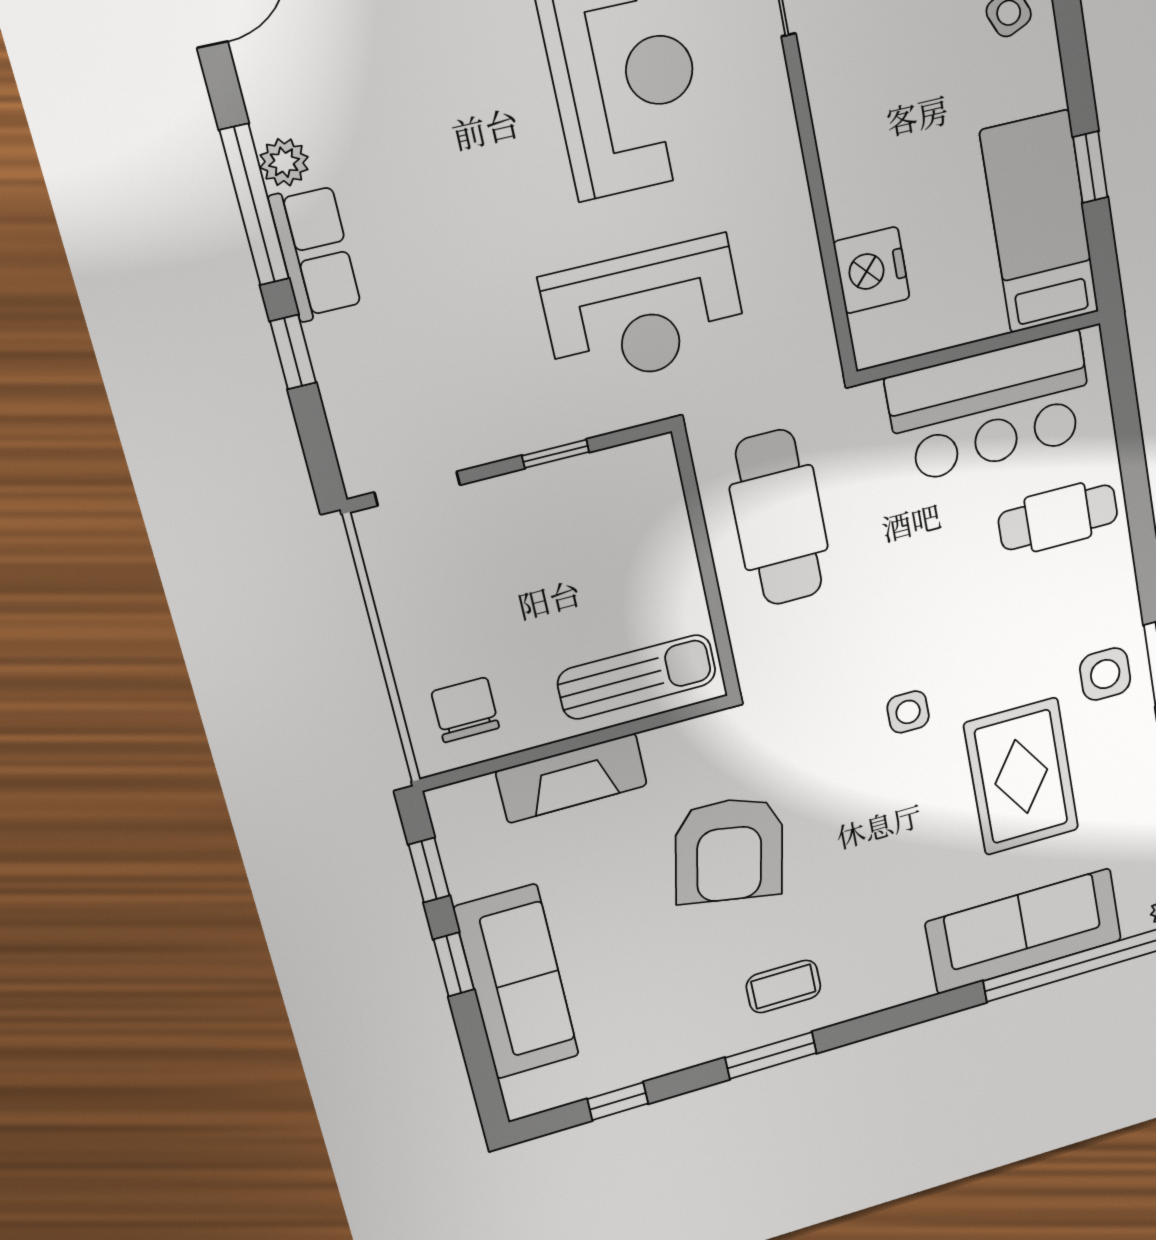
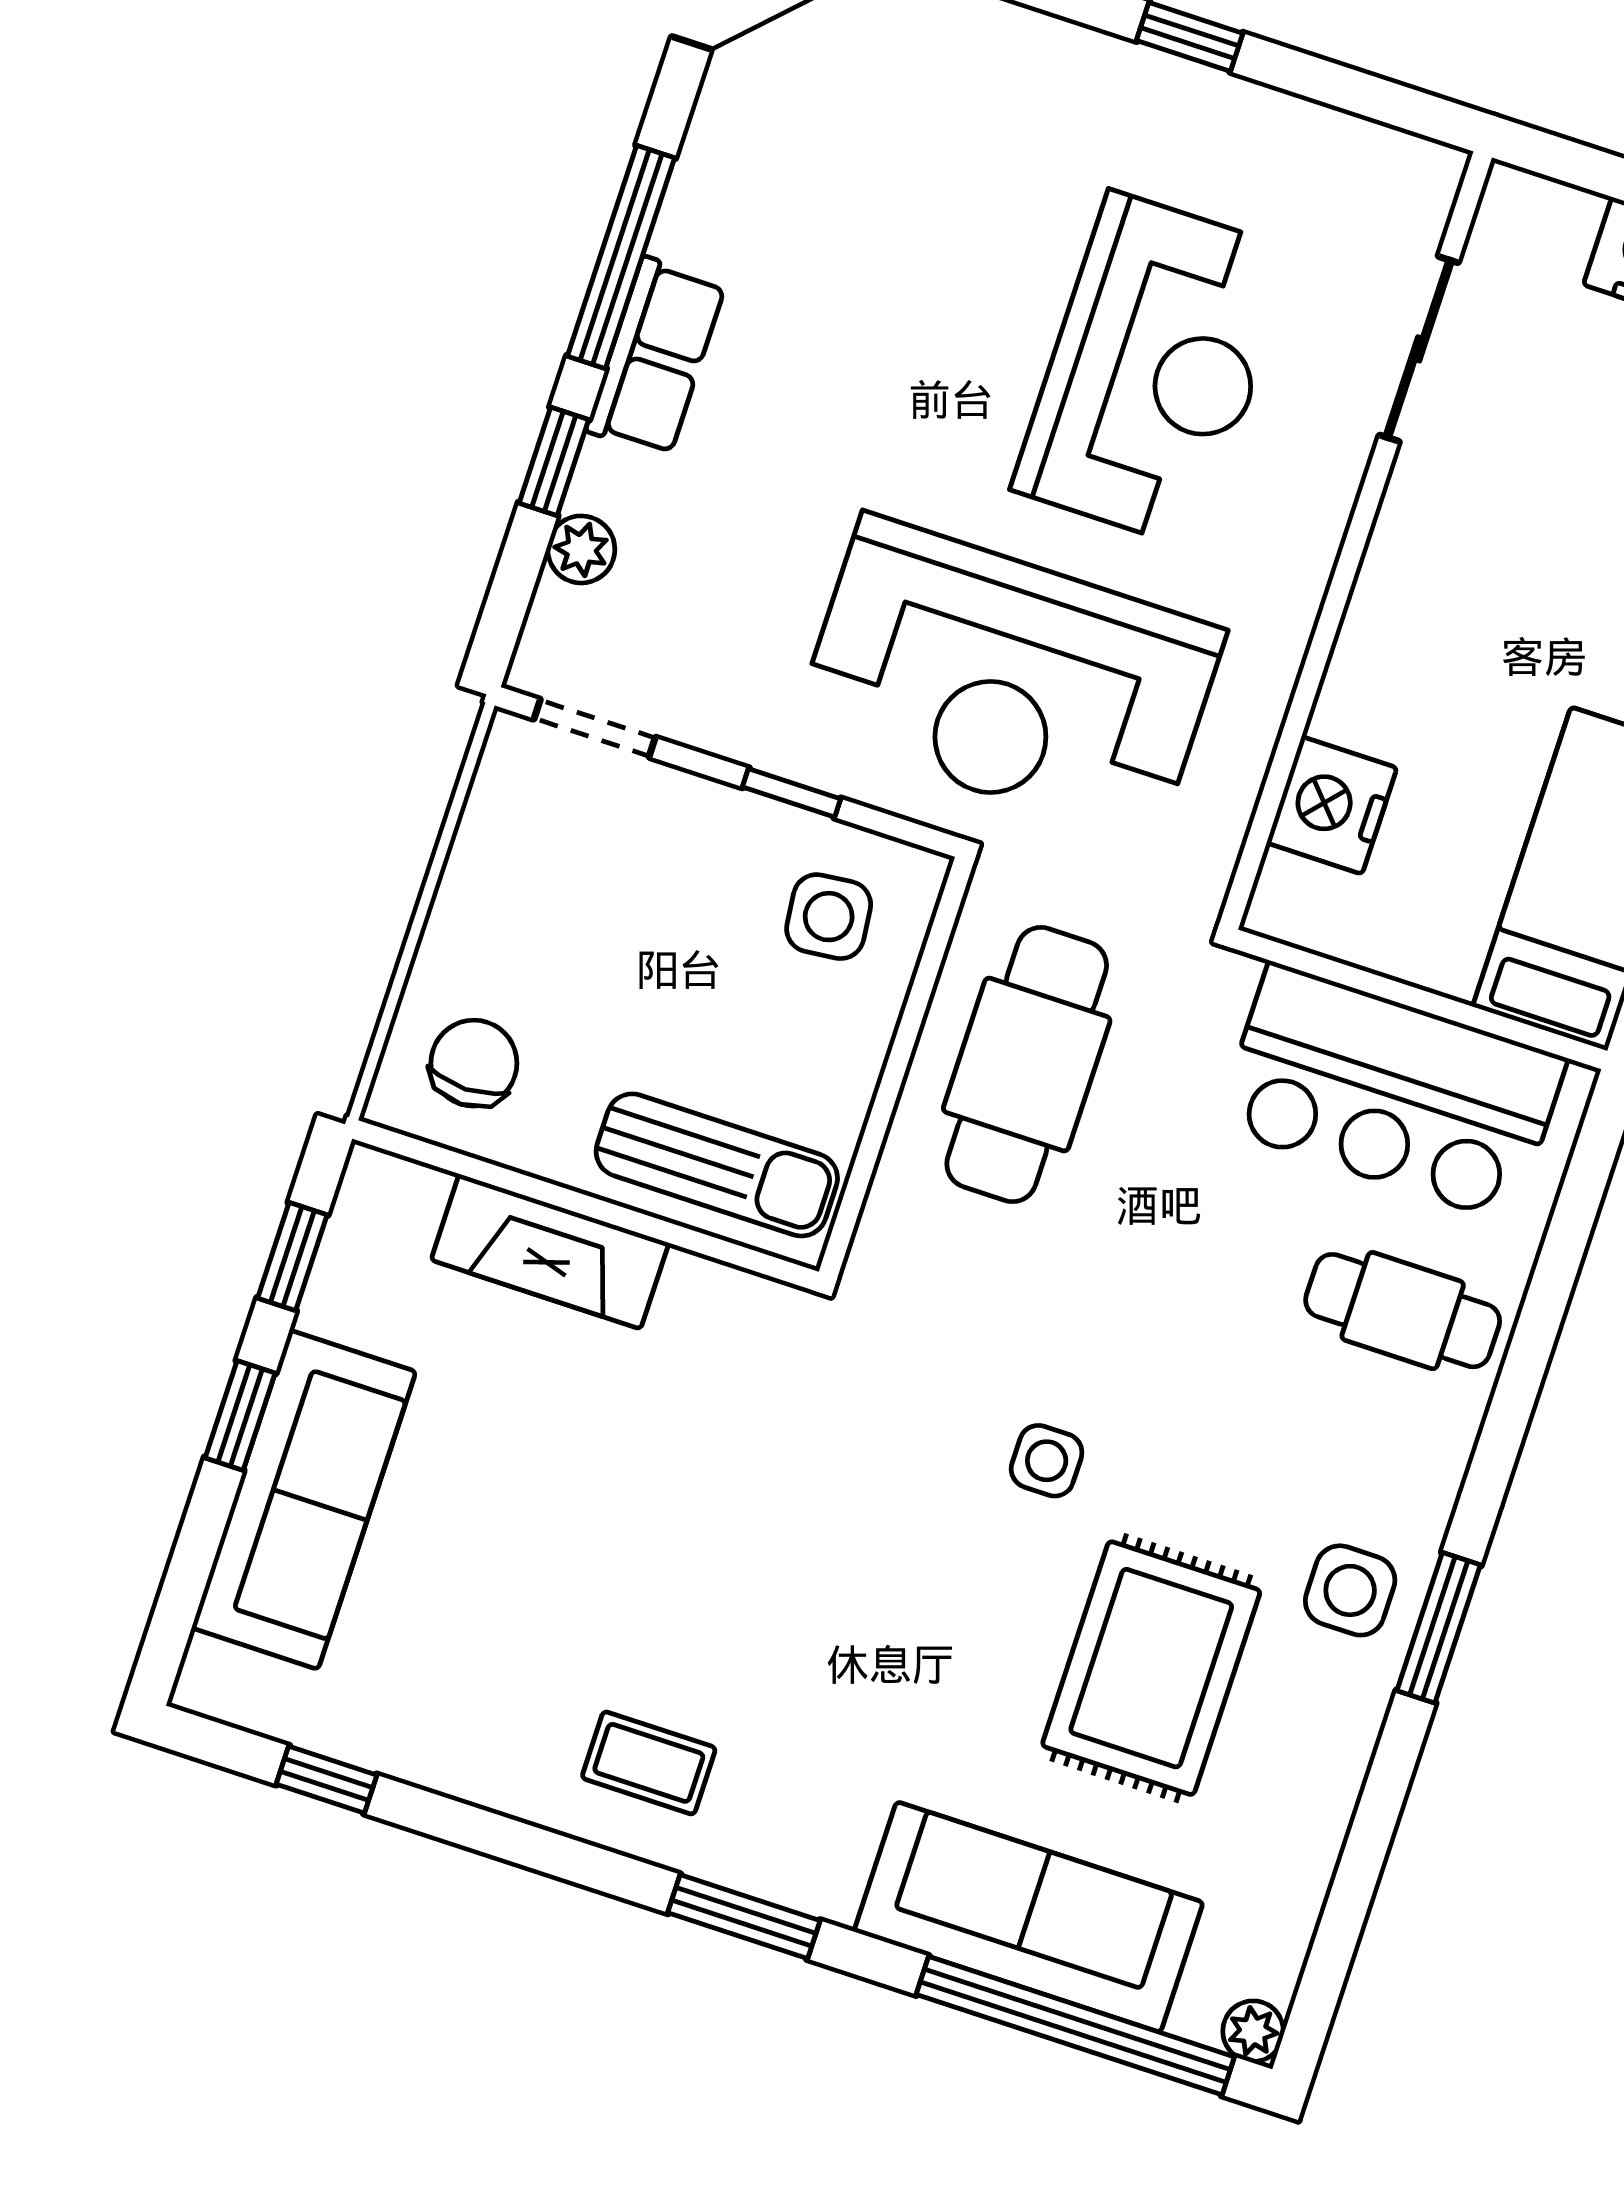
plant: (284, 162) -> (581, 549), moved
reception desk: (644, 313) -> (1009, 680), width x1.36, depth x1.30
side table: (619, 508) -> (829, 917), added
armchair: (729, 850) -> (693, 1501), removed
window: (771, 1055) -> (744, 1917), moved

